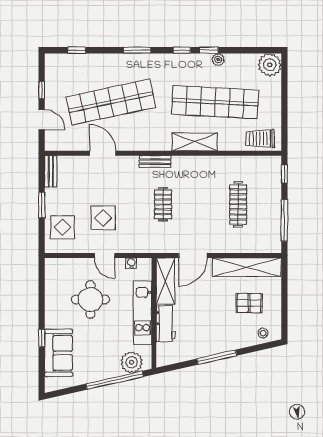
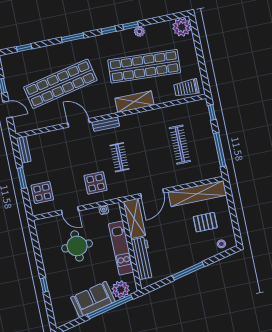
door: (103, 153) -> (79, 123), moved
display table: (103, 218) -> (96, 183), moved
door: (104, 256) -> (70, 210), moved
workbench: (166, 324) -> (143, 258), width x1.38
sofa: (59, 353) -> (93, 299), moved, turned -103

